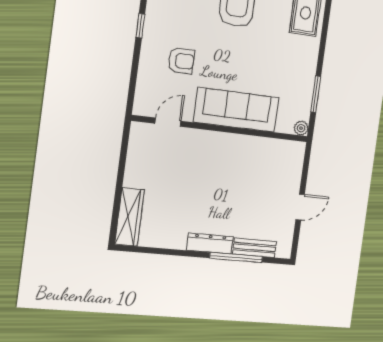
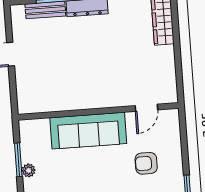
plant: (301, 128) -> (29, 170), moved

